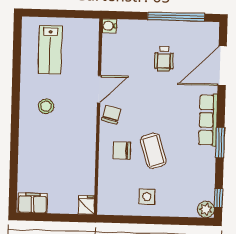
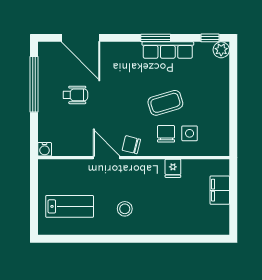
row of seats: (208, 120) -> (168, 50), moved
chair: (122, 151) -> (166, 134), turned 180
side table: (147, 197) -> (190, 133), moved
filing cabinet: (33, 203) -> (220, 190), moved
fridge: (86, 205) -> (173, 168), moved, turned -90

